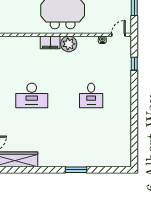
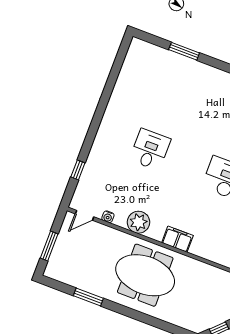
plant: (69, 44) -> (139, 222), moved
window: (76, 170) -> (184, 51), moved

